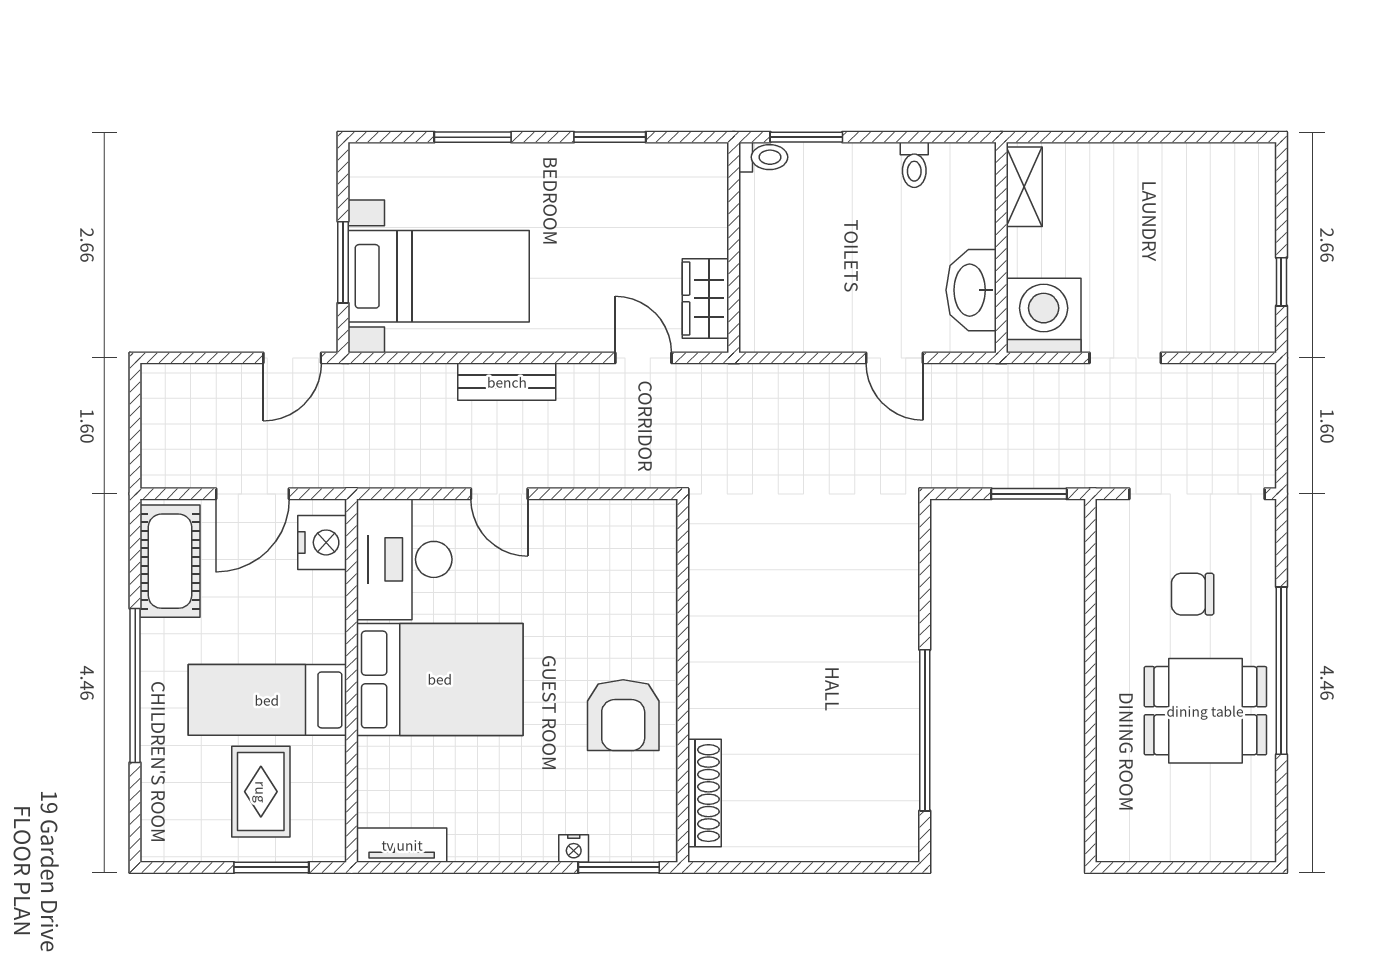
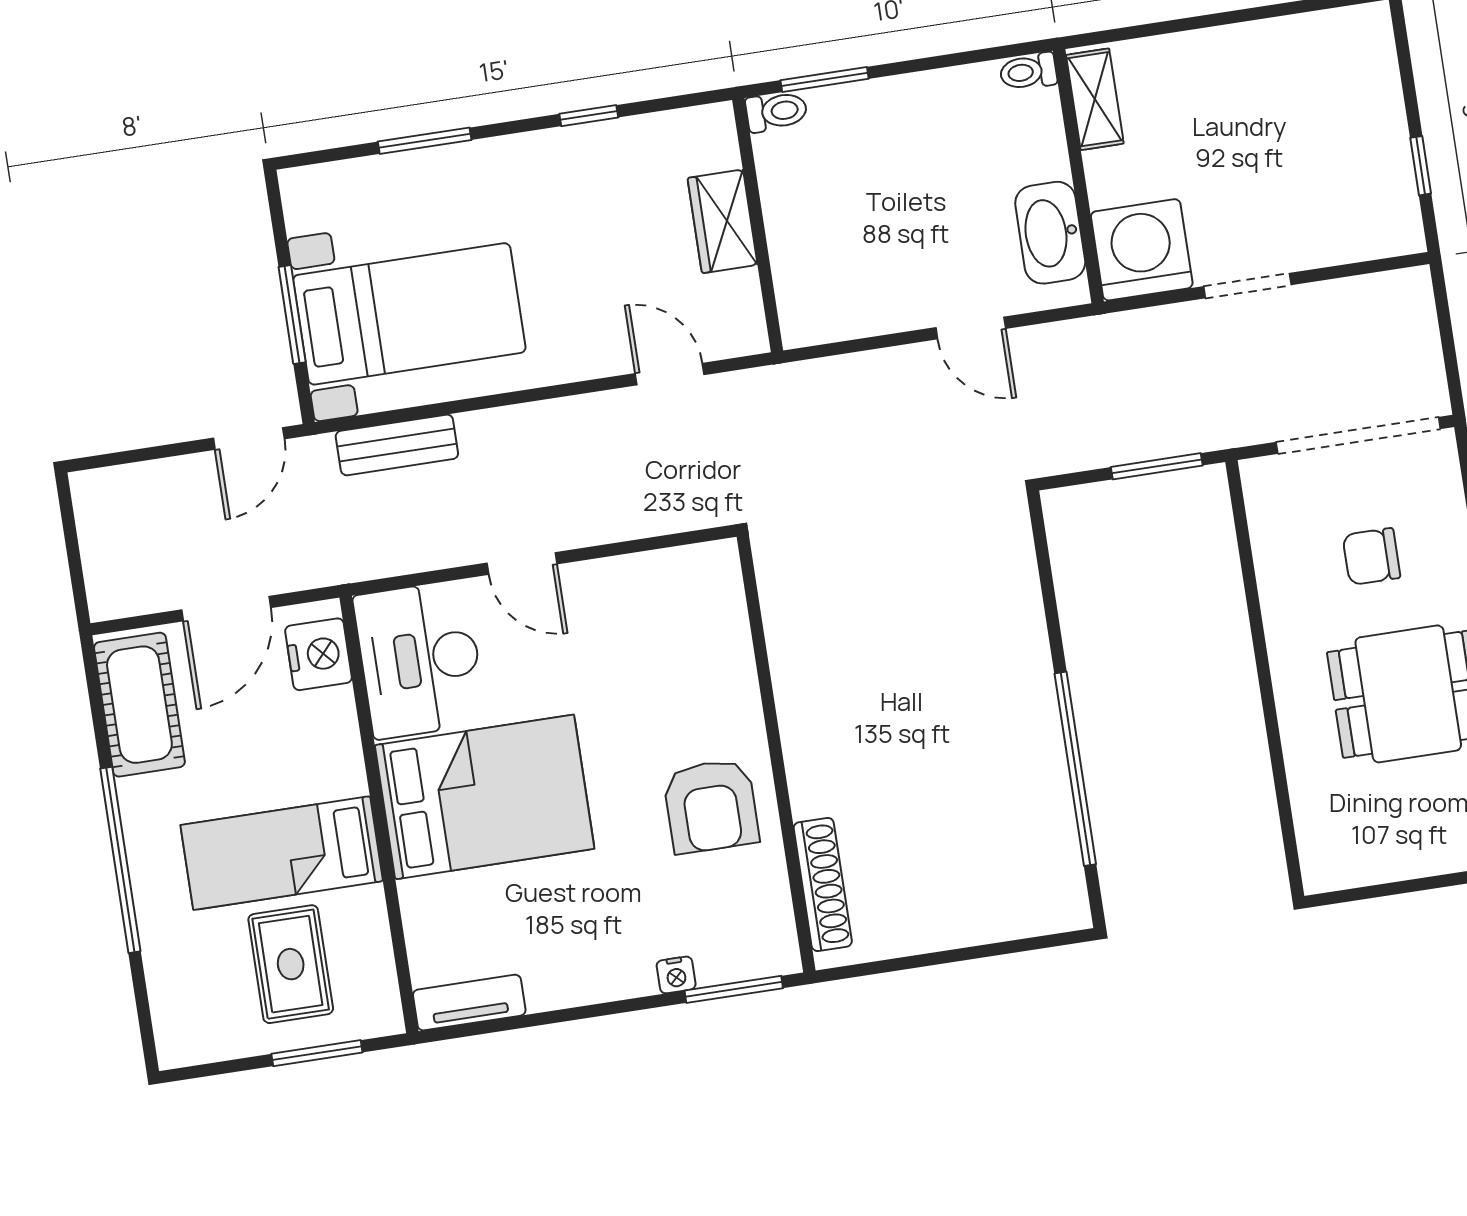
window: (610, 137) -> (589, 116), width x0.67
toilet: (914, 165) -> (1028, 72), moved, turned 90
wardrobe: (705, 298) -> (722, 221), moved
bench: (507, 382) -> (397, 445), moved

